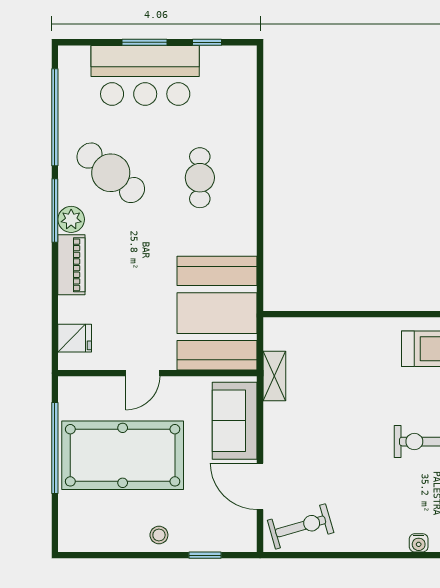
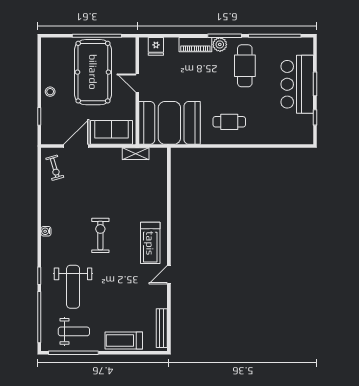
cafe table: (111, 173) -> (245, 66), turned -39
cafe table: (200, 178) -> (229, 122), moved
exercise bike: (301, 526) -> (55, 168), width x0.73, depth x0.72

